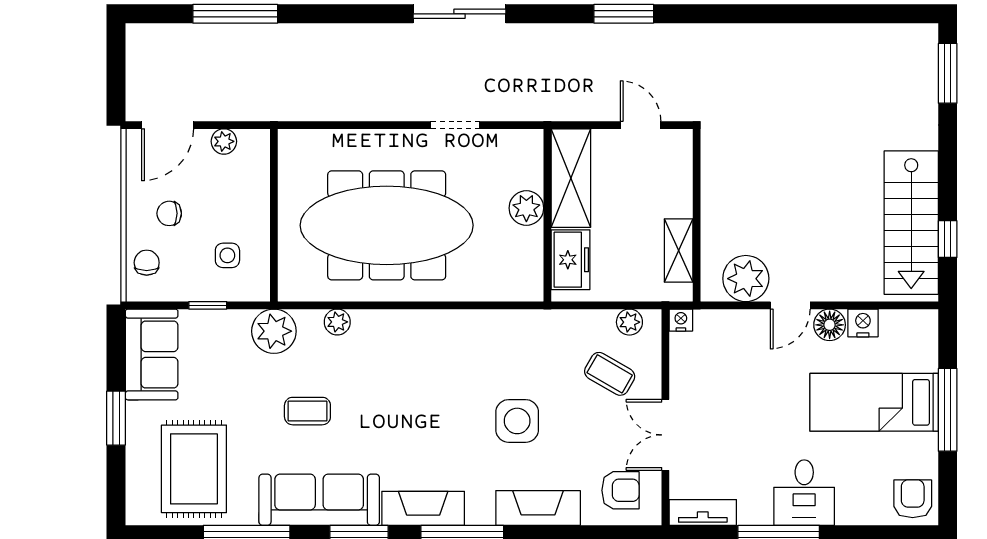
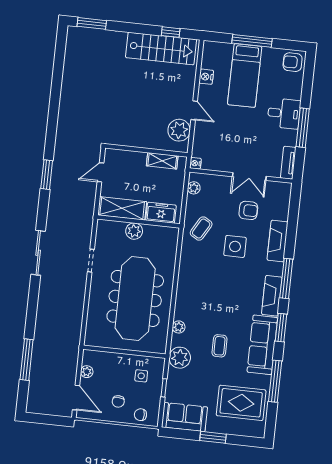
floor lamp: (830, 325) -> (205, 93), removed
coffee table: (610, 374) -> (201, 229), moved
armchair: (620, 490) -> (248, 210), moved, turned 90

